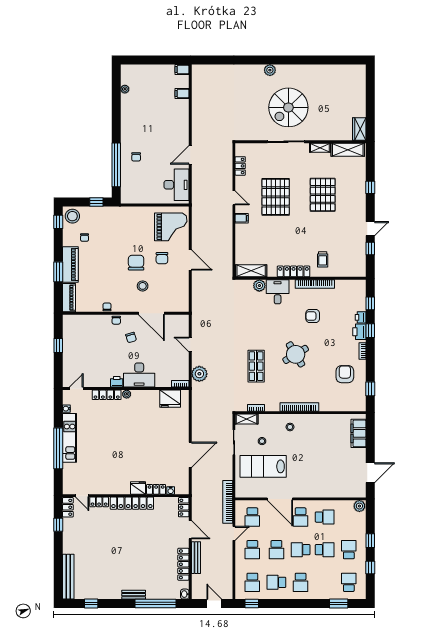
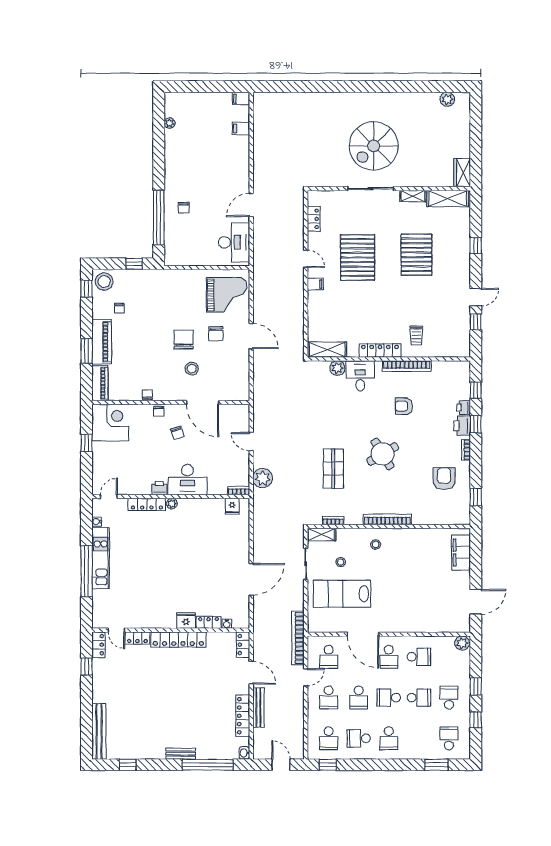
plant: (270, 70) -> (447, 99), moved
corner desk: (77, 329) -> (110, 423), added
fridge: (170, 399) -> (232, 506), width x0.53, depth x0.75

